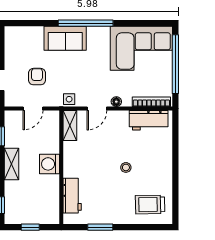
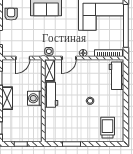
armchair: (37, 77) -> (11, 14), moved
workbench: (149, 120) -> (117, 76), moved, turned 90
workbench: (72, 196) -> (51, 95), moved
trolley: (150, 205) -> (108, 128), turned 91

